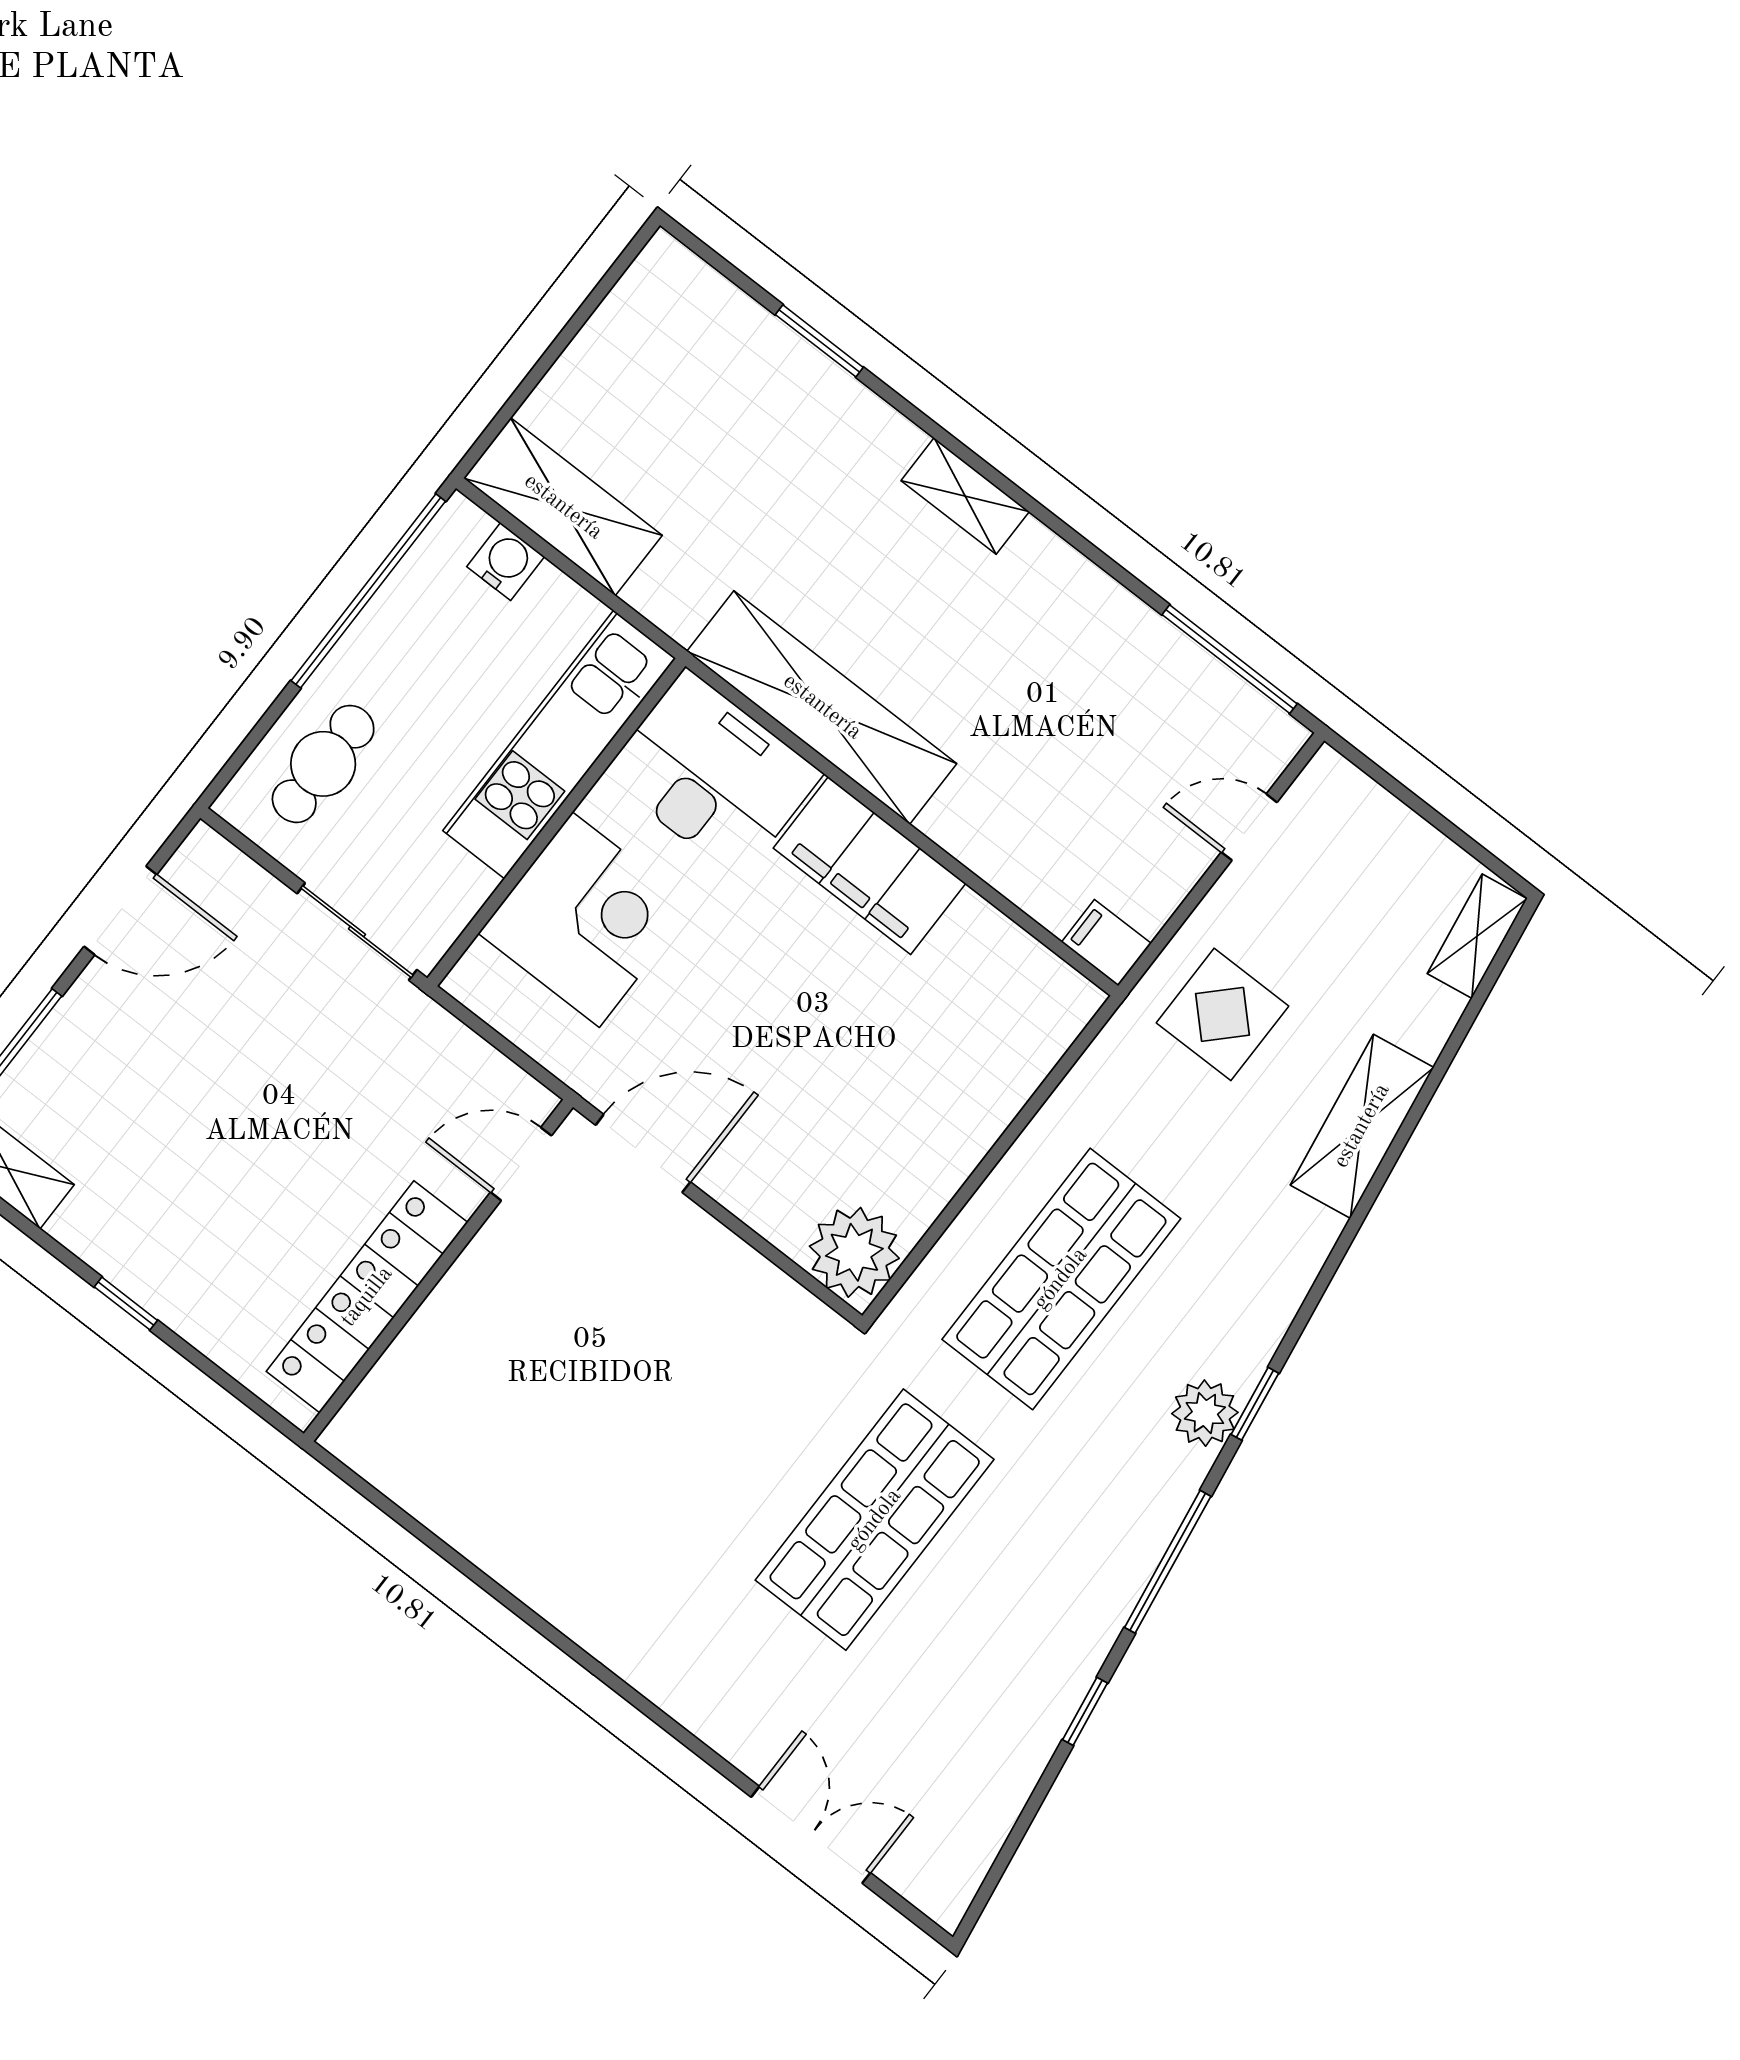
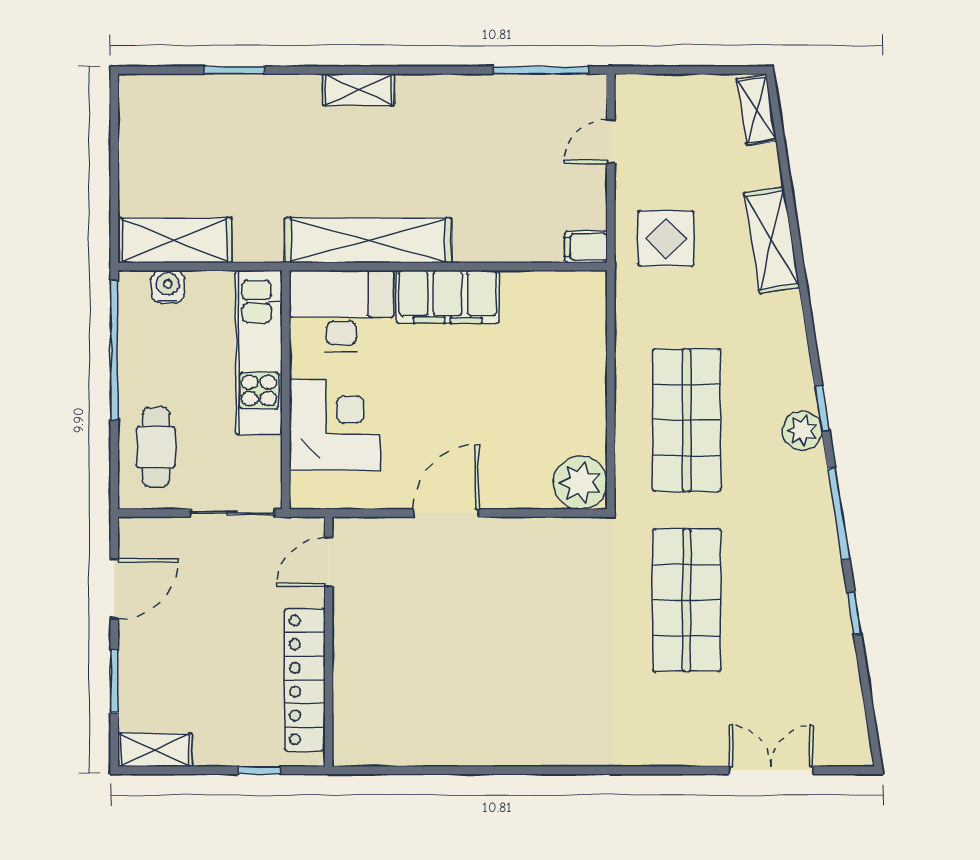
door: (521, 1164) -> (329, 562), moved
wall: (438, 1270) -> (329, 642), moved
locker: (367, 1297) -> (305, 680), moved

